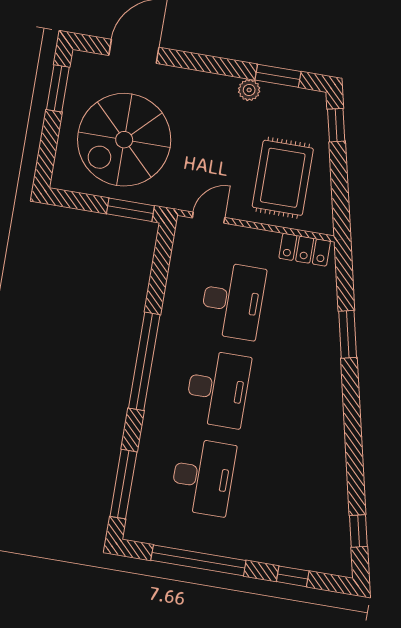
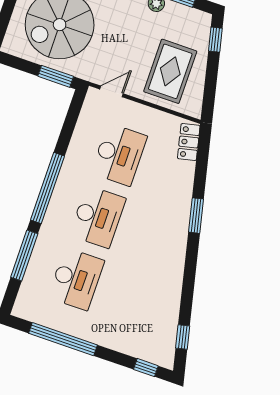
locker: (305, 250) -> (189, 142), moved, turned 77
window: (348, 334) -> (196, 216), moved
window: (123, 484) -> (24, 256), moved
window: (293, 576) -> (146, 368), moved

